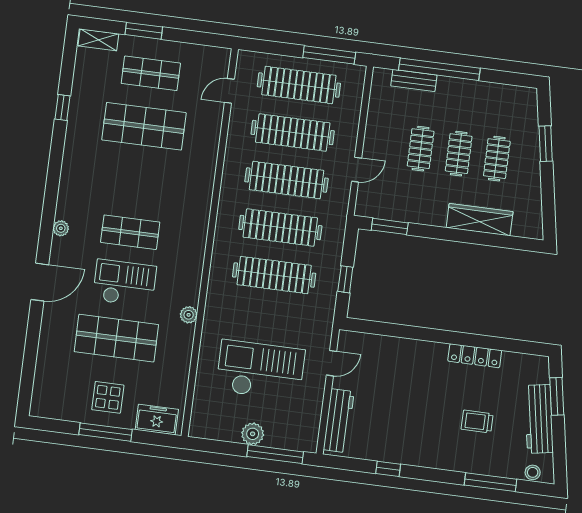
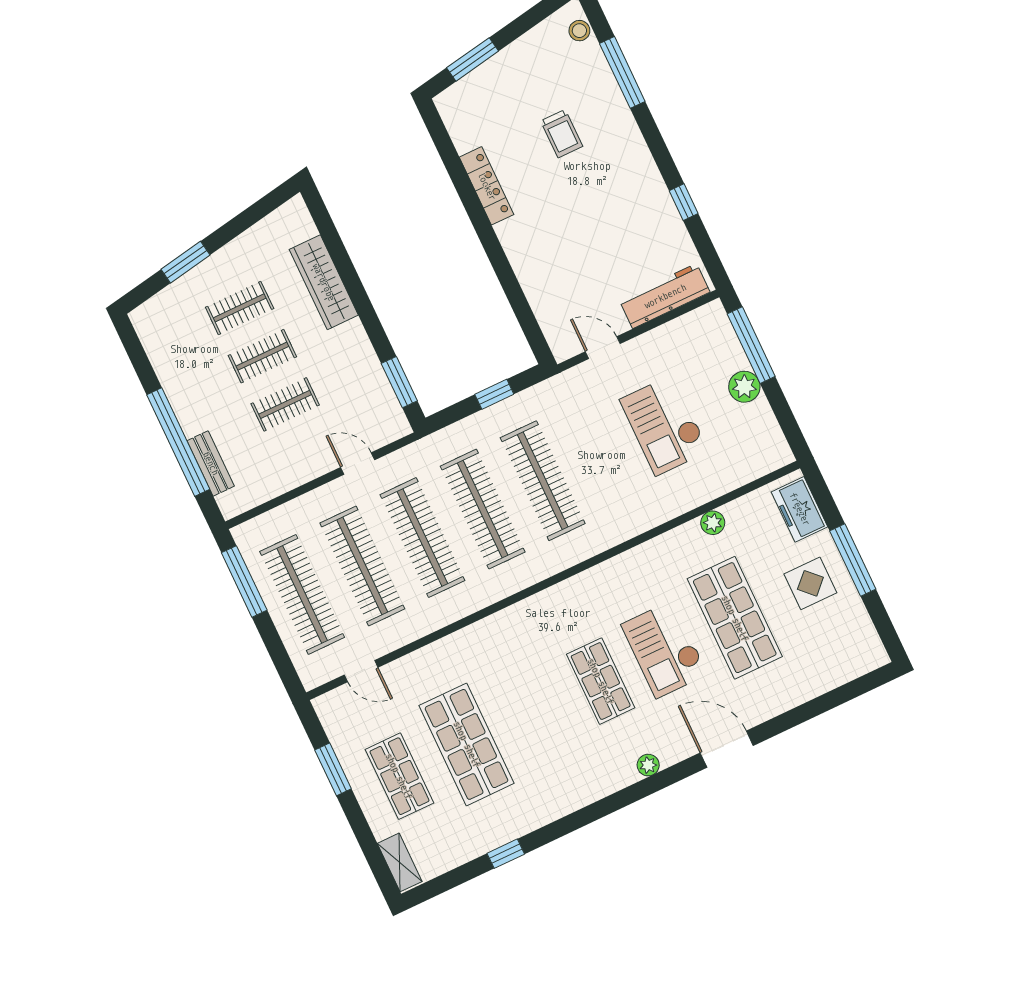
window: (144, 31) -> (333, 769), moved
plant: (189, 315) -> (713, 523), moved
checkout: (260, 370) -> (664, 425), width x0.73, depth x0.83
workbench: (539, 419) -> (512, 63), removed

